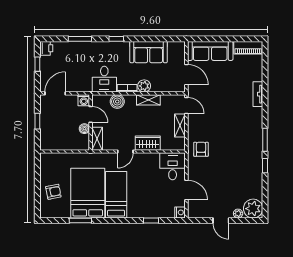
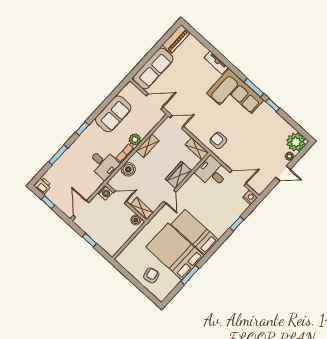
shelving: (180, 125) -> (197, 149), moved
boiler: (84, 129) -> (136, 220), moved
corner sofa: (245, 132) -> (235, 97), added

